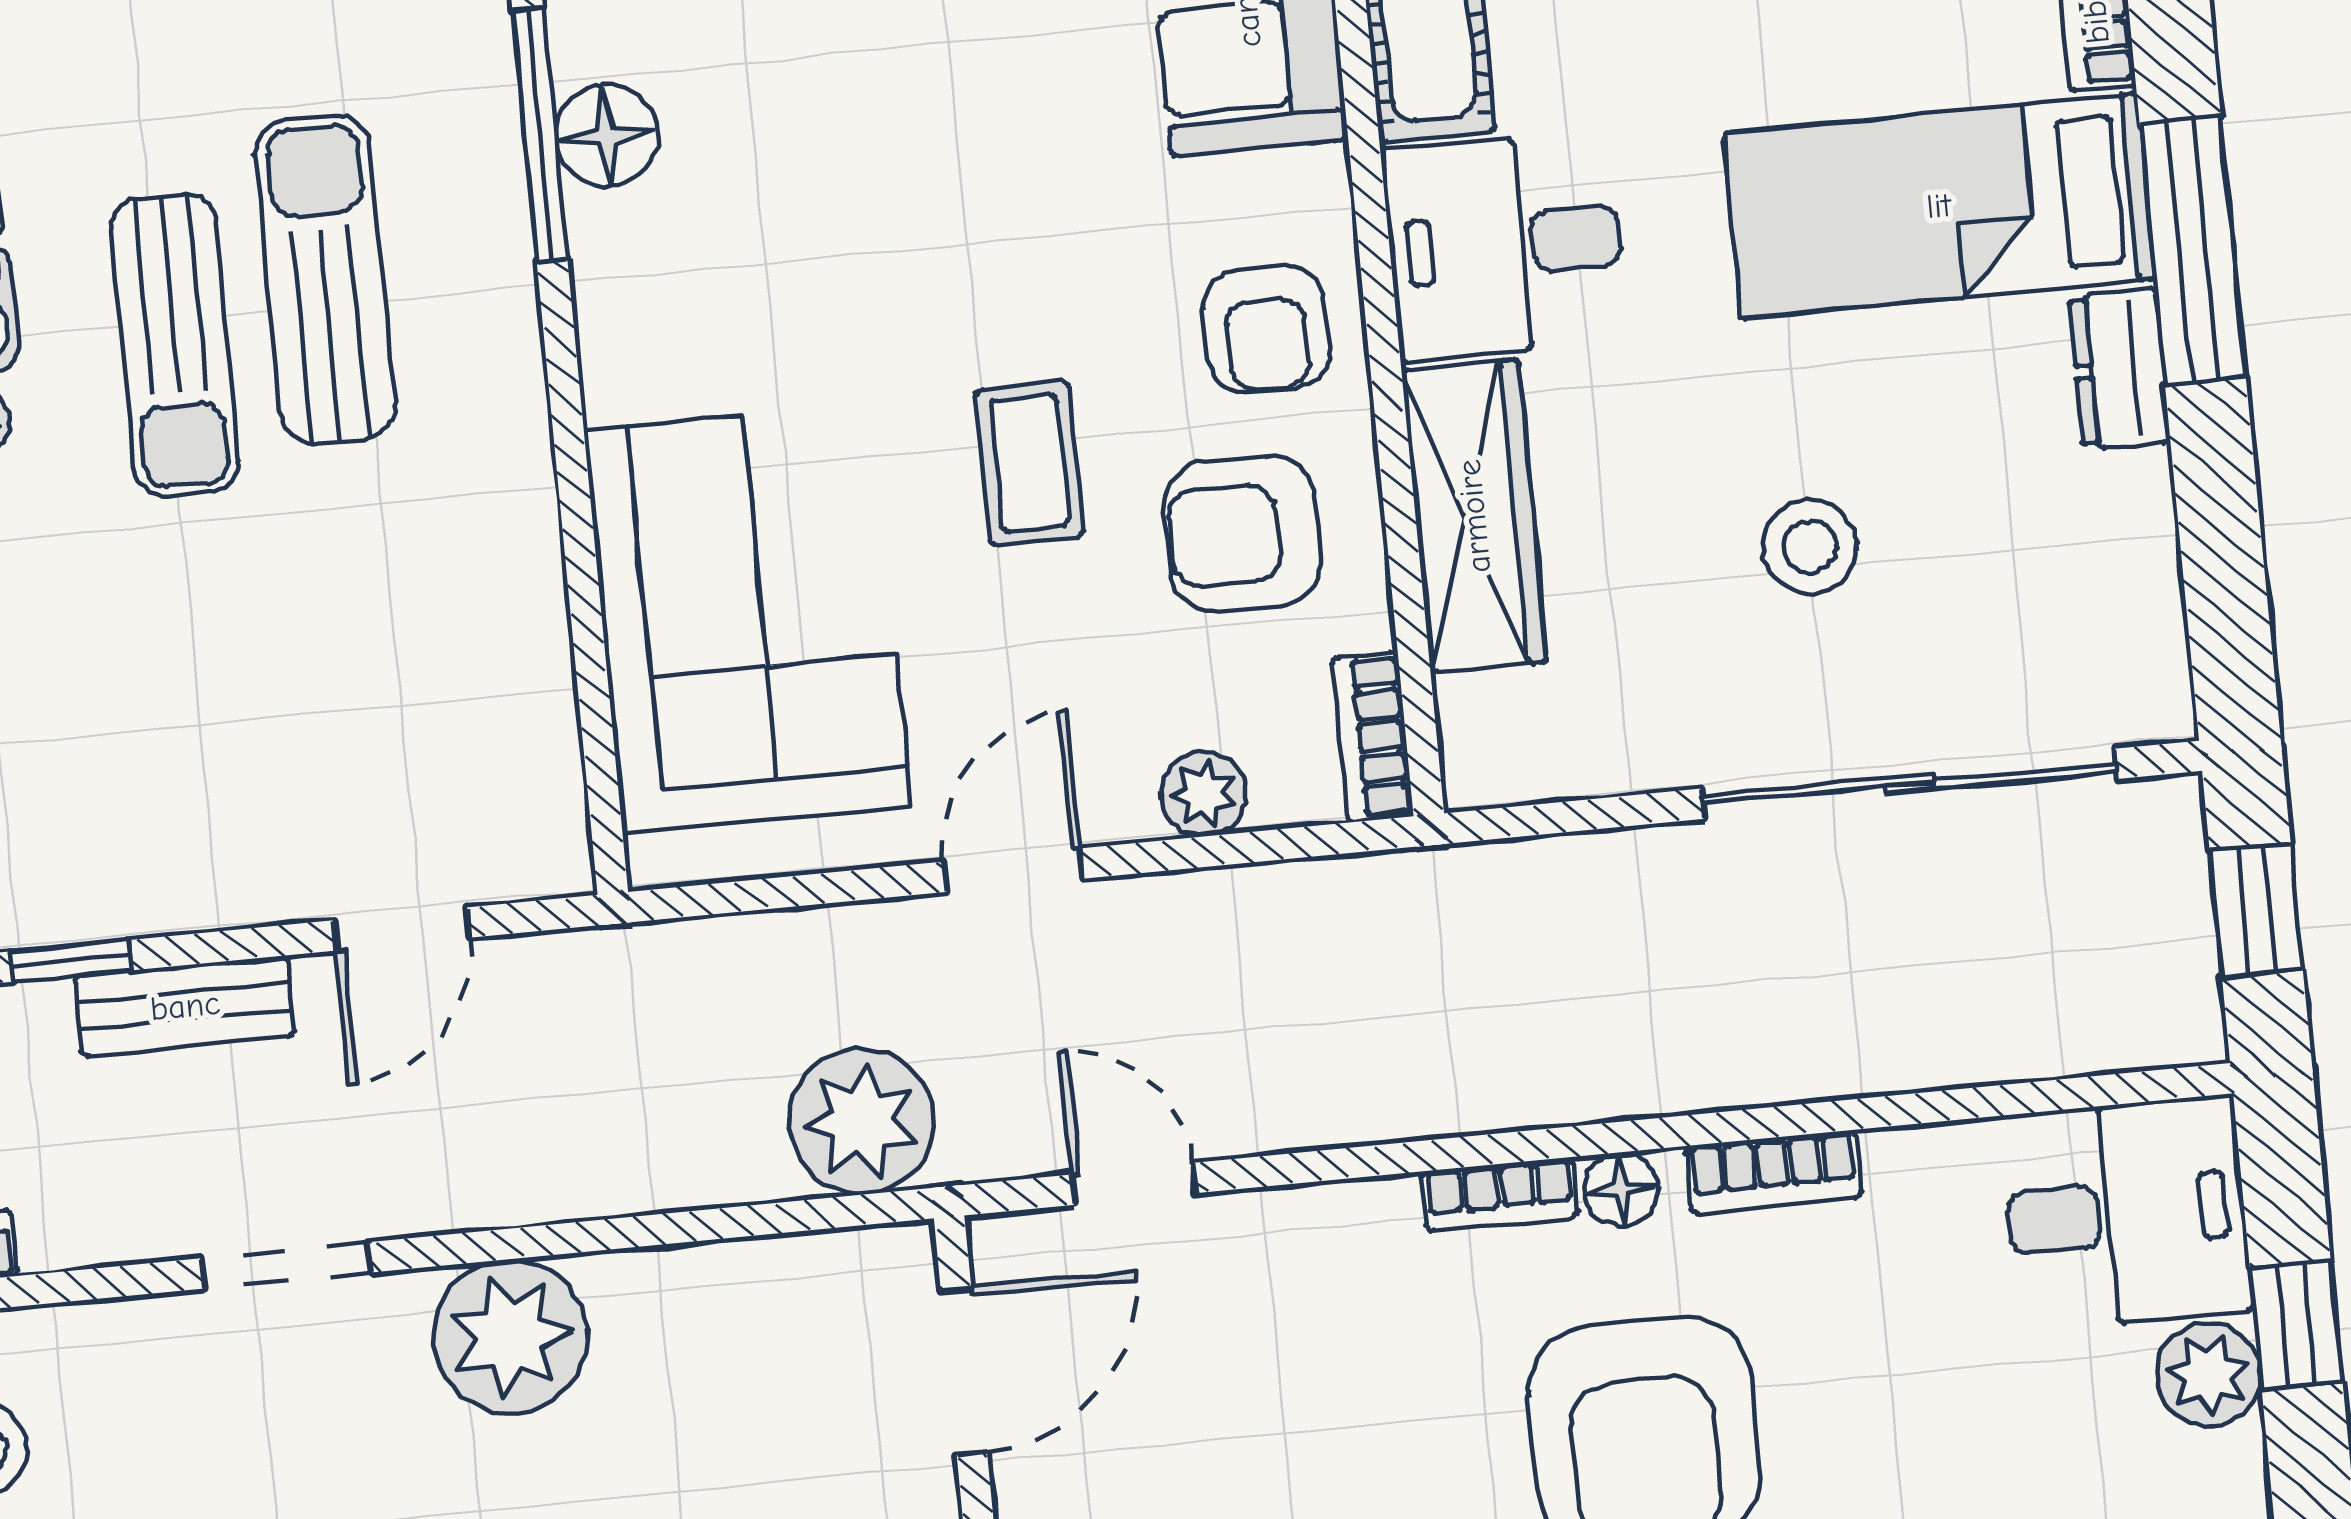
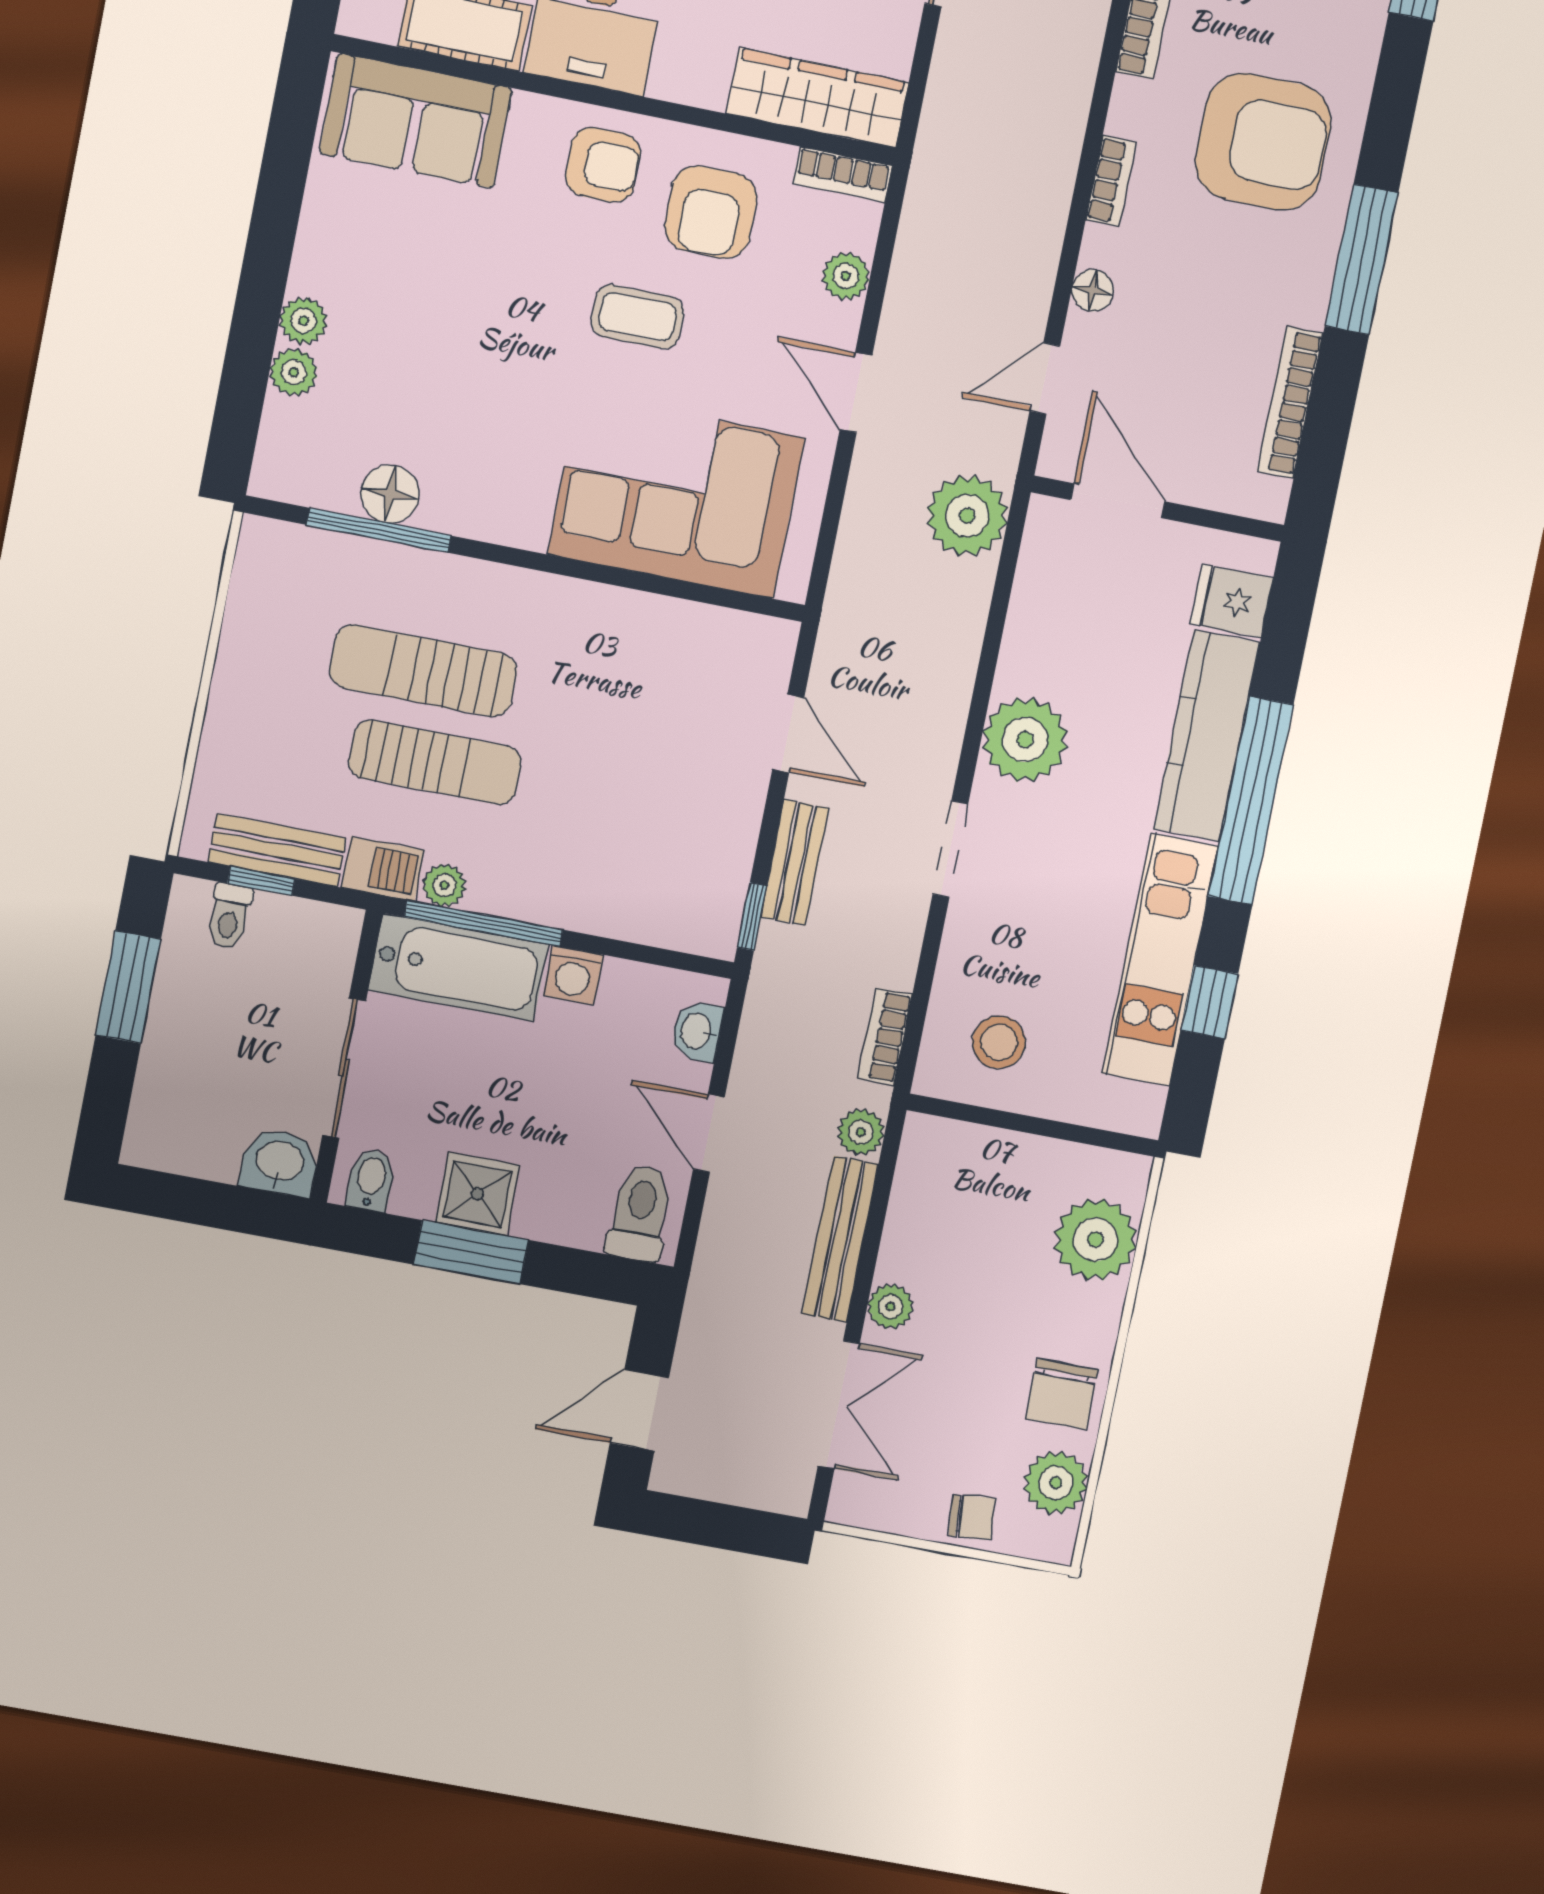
wardrobe: (1474, 516) -> (818, 98), moved
floor lamp: (1621, 1189) -> (1093, 290), moved

